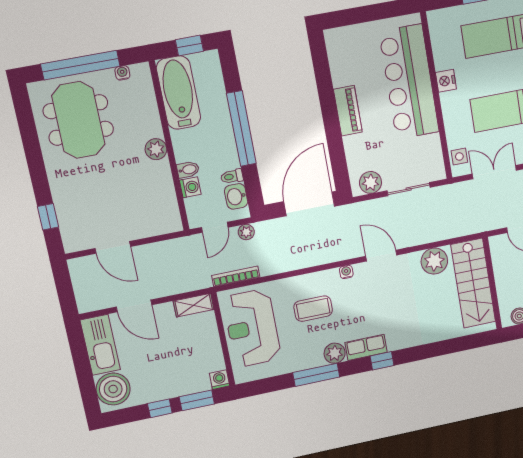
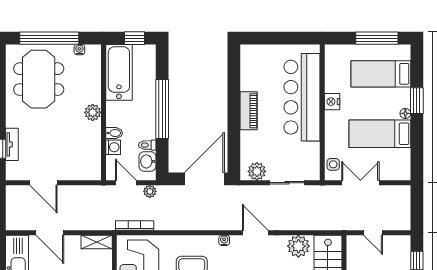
tv unit: (63, 208) -> (12, 144), added
door: (215, 227) -> (126, 183), swing flipped

